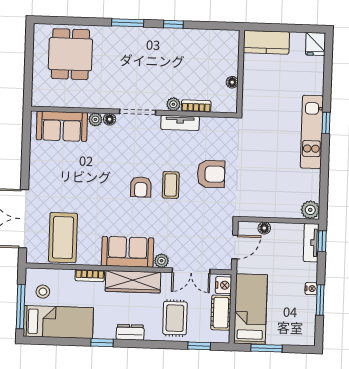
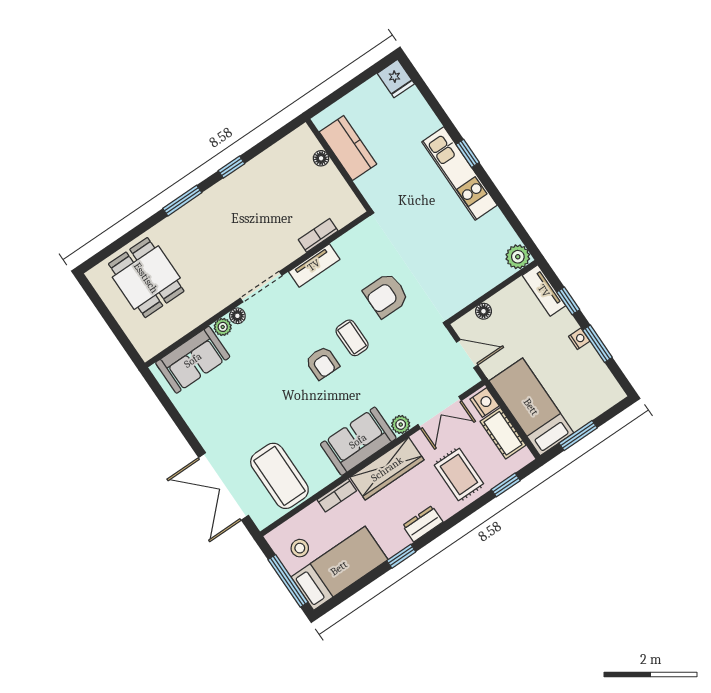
kitchen counter: (266, 42) -> (348, 148), moved, turned -90
floor lamp: (232, 82) -> (321, 158), moved
plant: (173, 104) -> (293, 251), removed
armchair: (211, 174) -> (386, 295), turned 180
window: (322, 241) -> (568, 301), moved
door: (235, 247) -> (467, 354), hinge flipped

